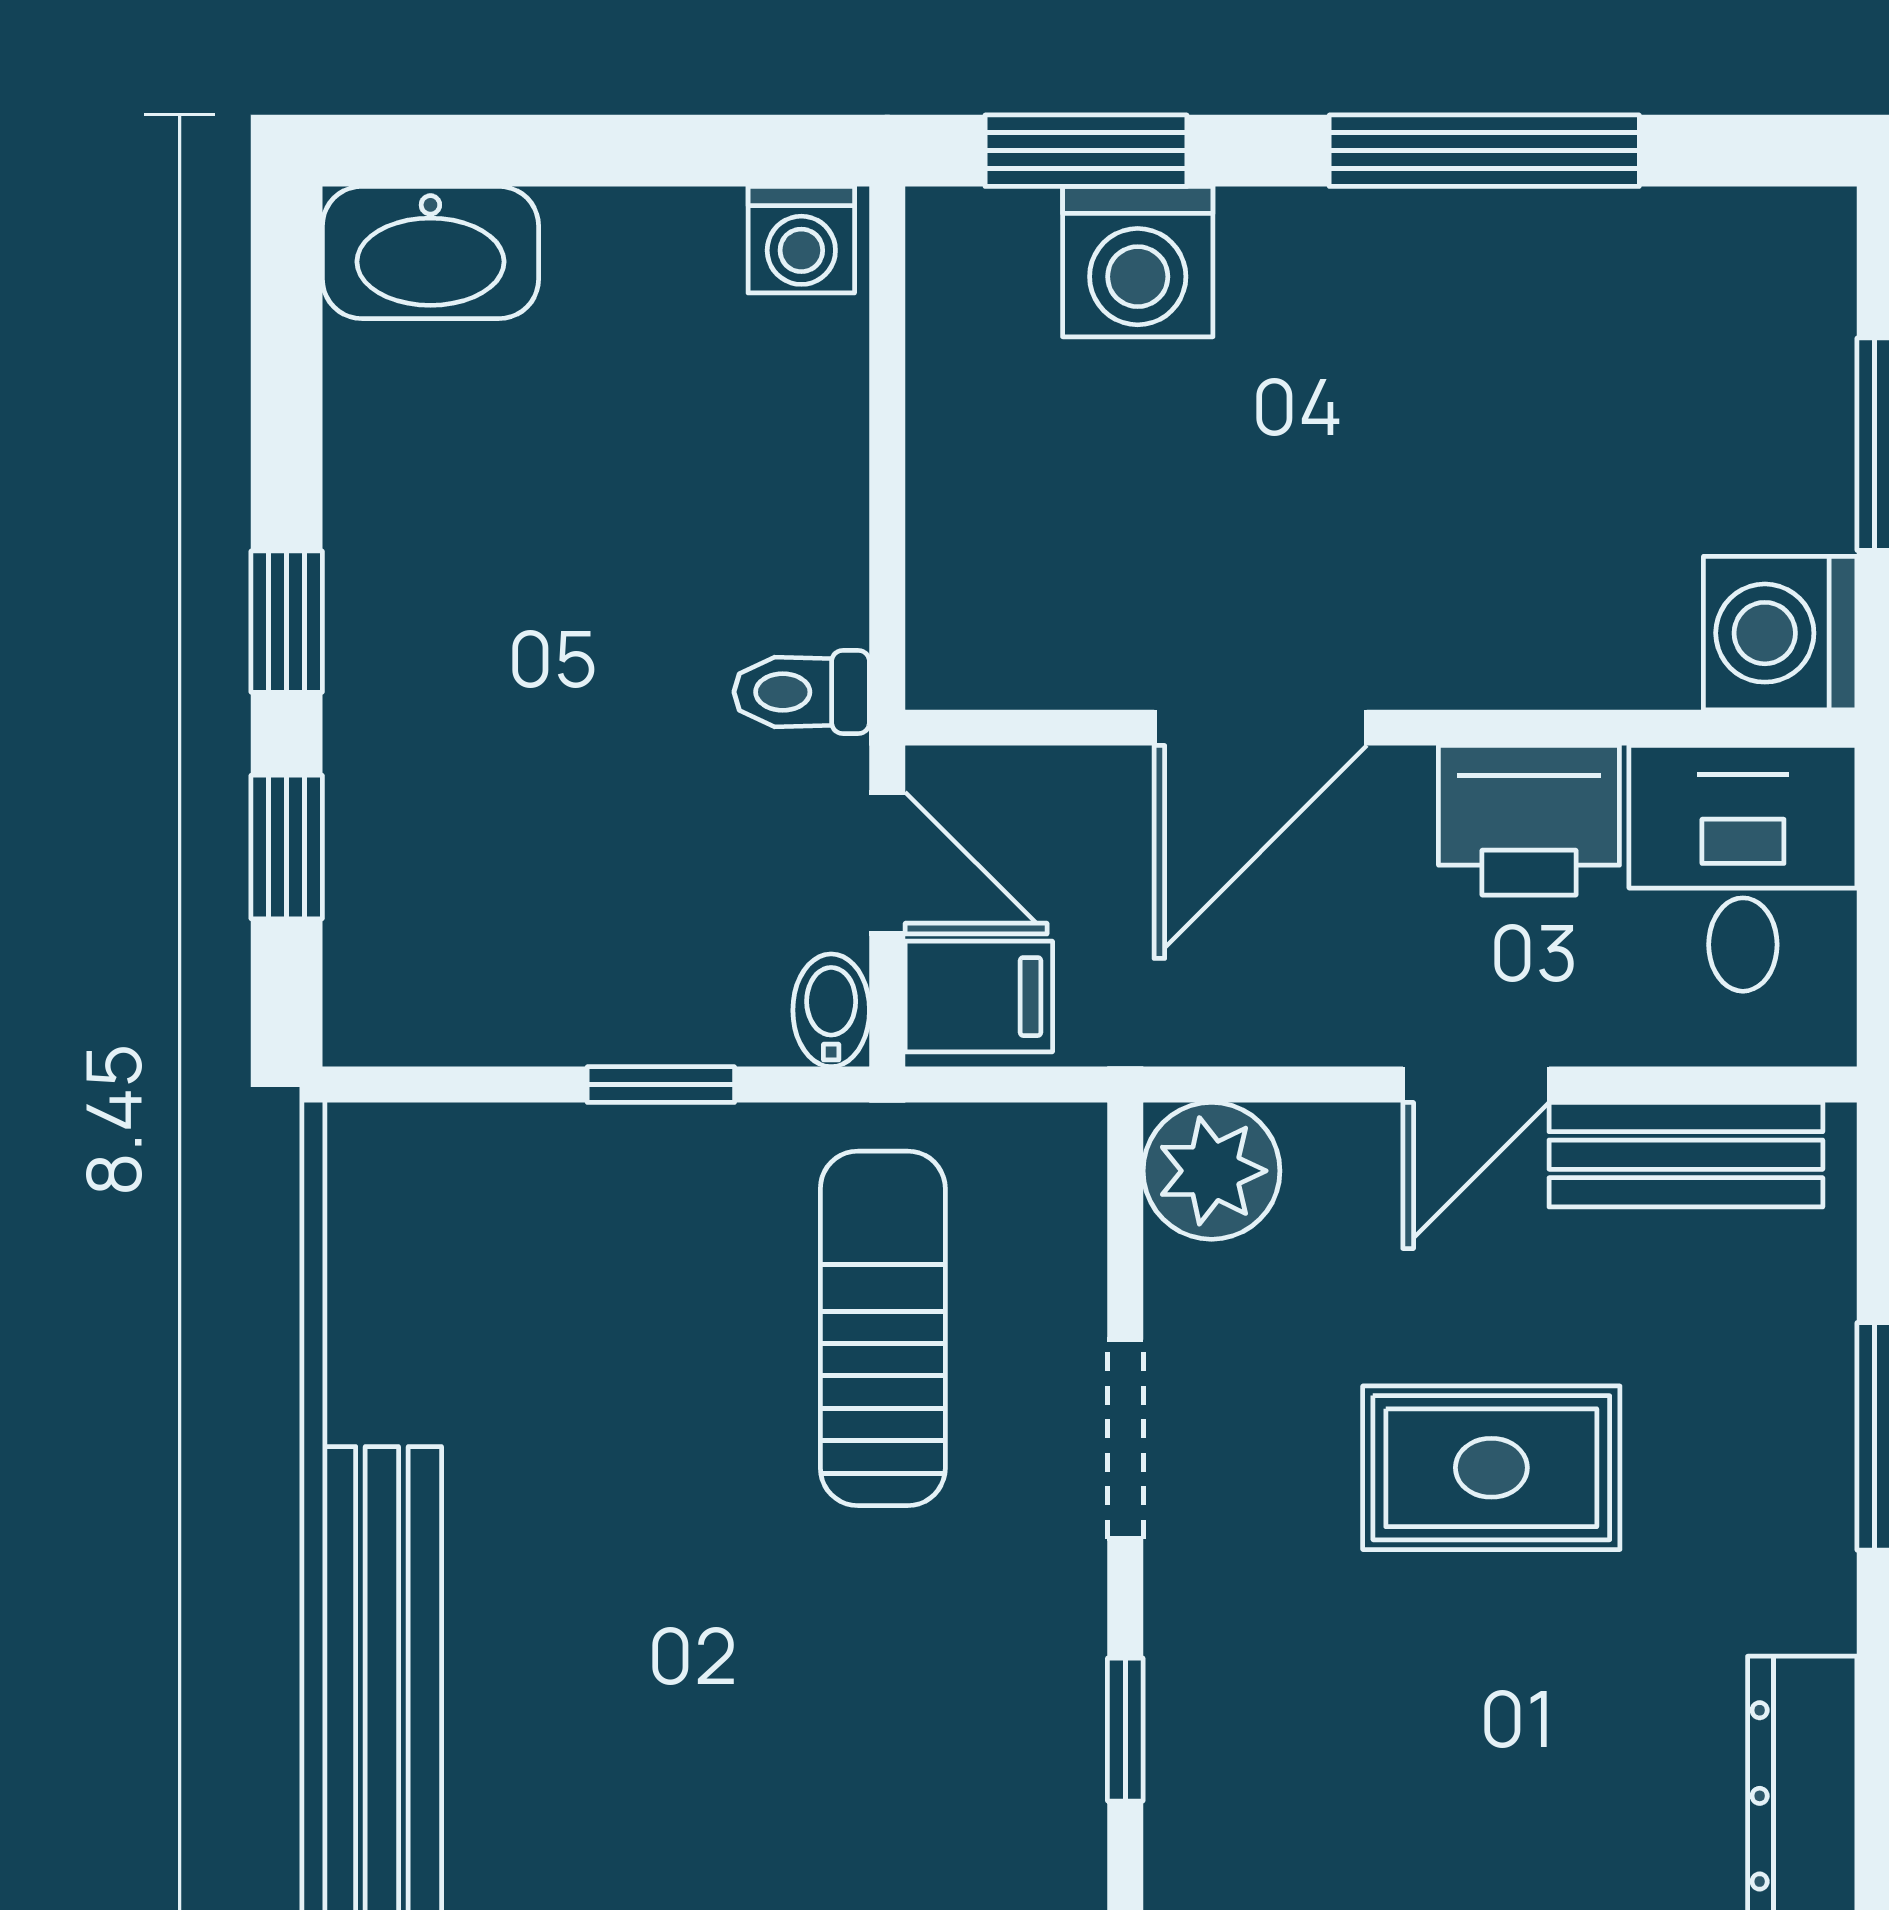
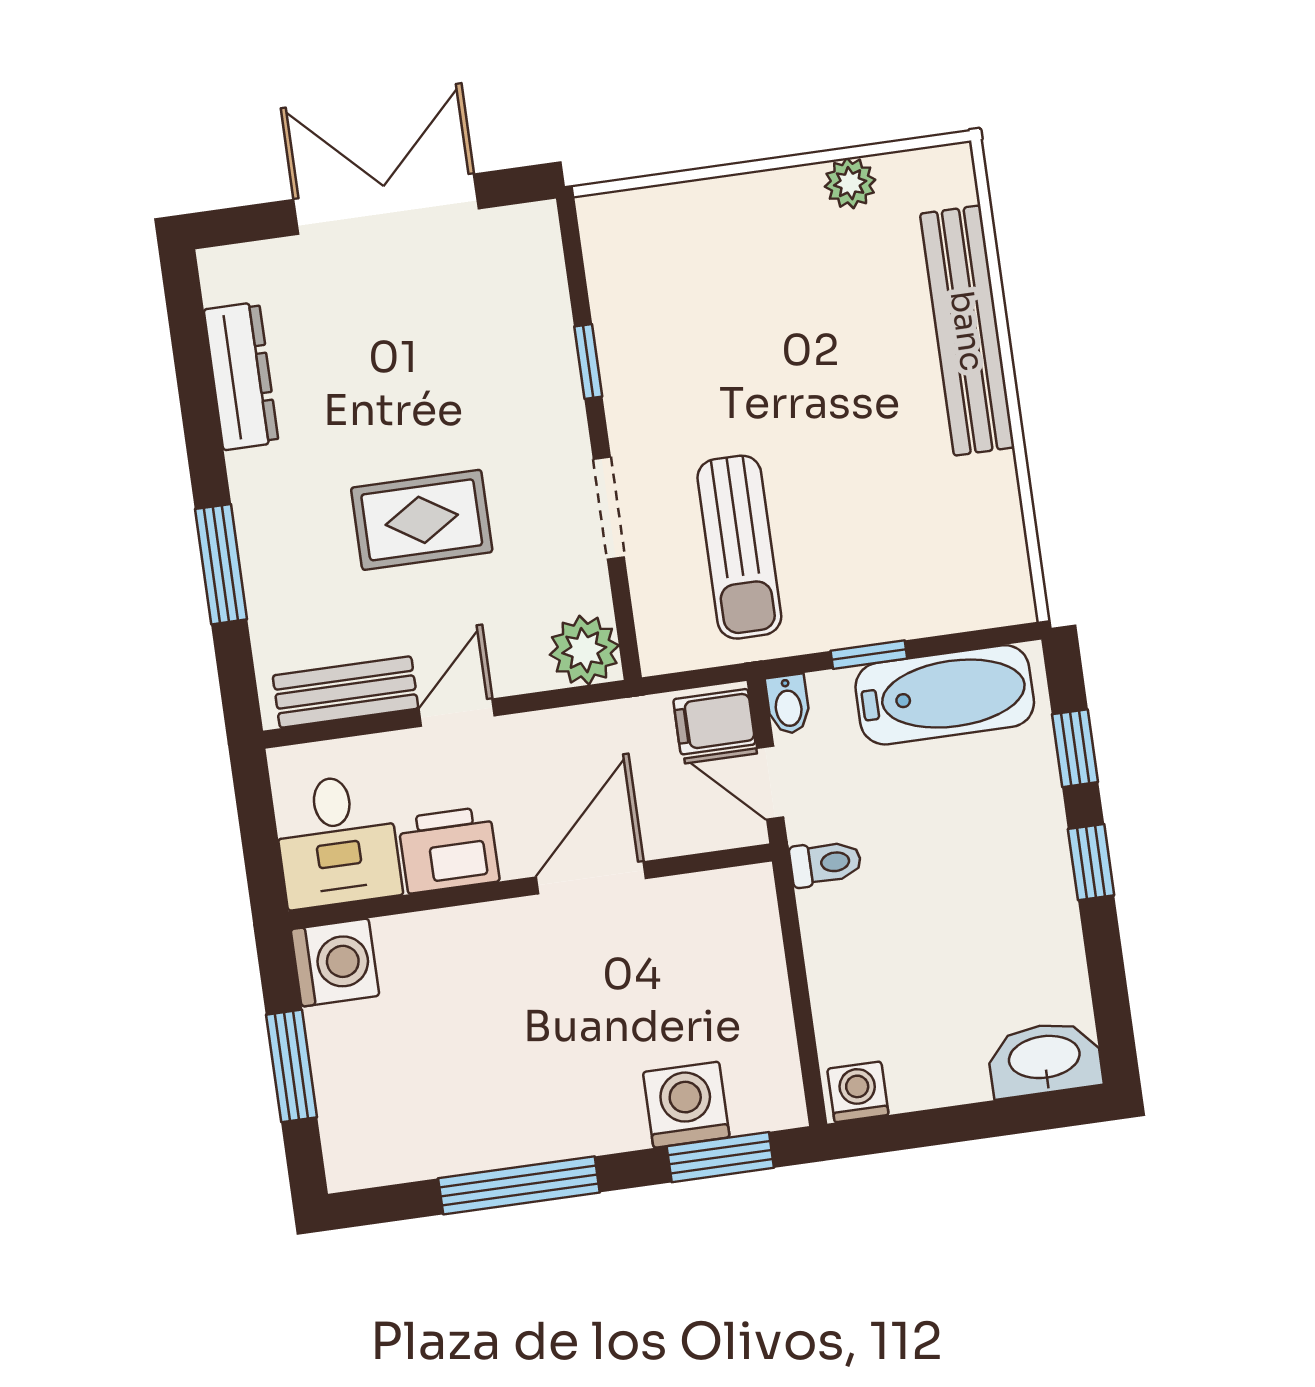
bathtub: (525, 986) -> (945, 695), added

